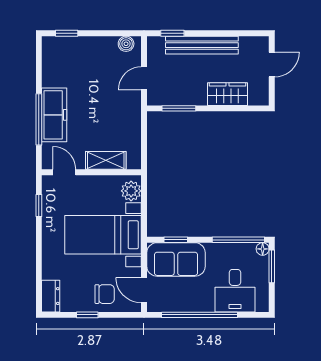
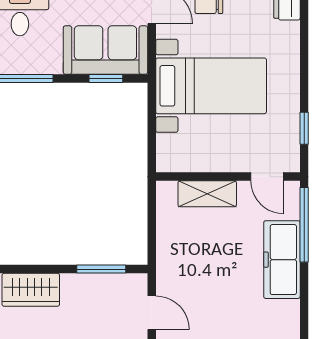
door: (144, 78) -> (152, 313), hinge flipped
window: (39, 119) -> (304, 225), moved
plant: (131, 191) -> (170, 149), removed

